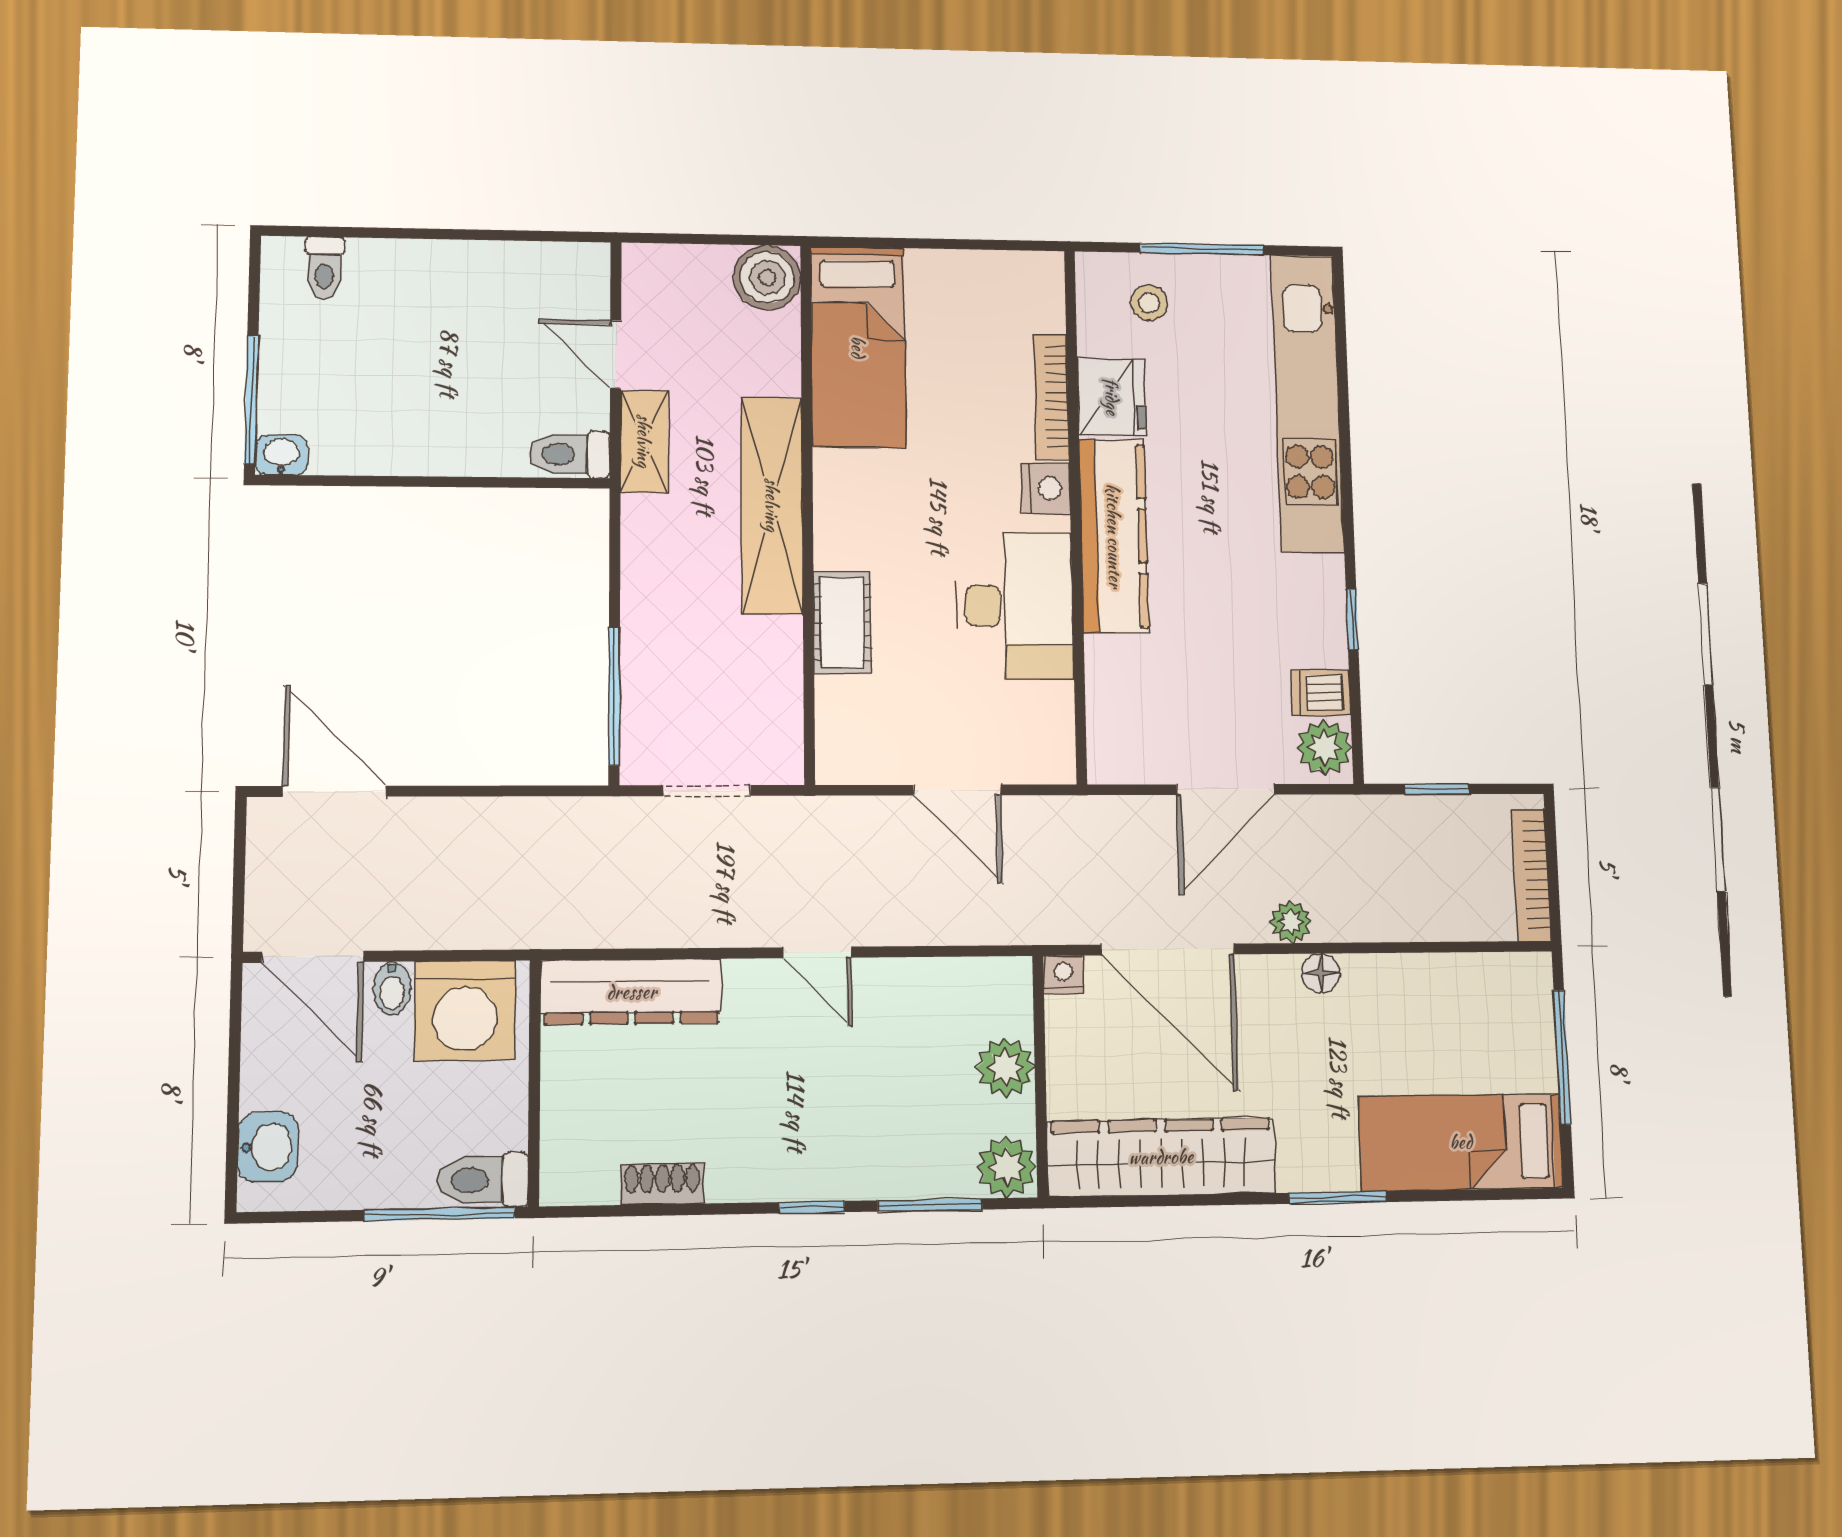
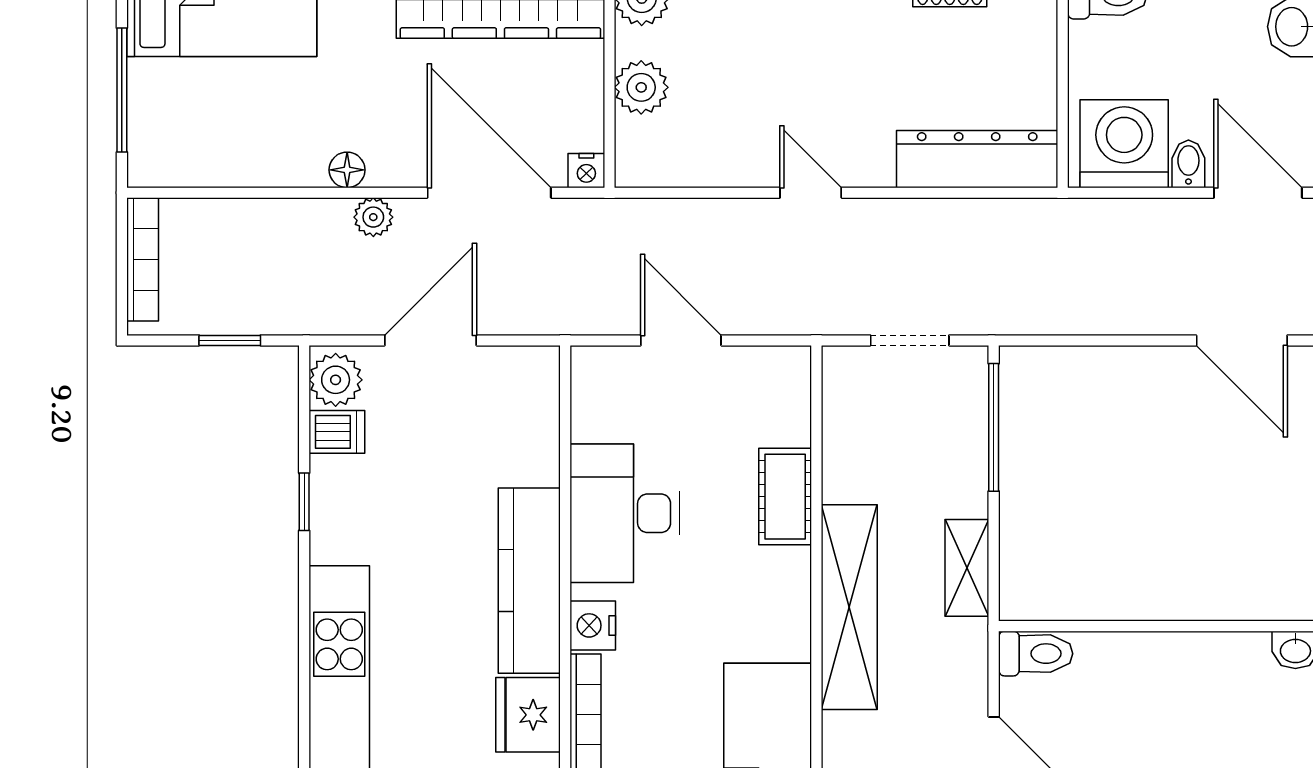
shelving: (644, 441) -> (967, 568), moved

